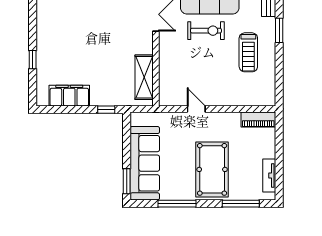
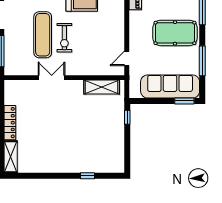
exercise bike: (206, 31) -> (64, 38), turned 180
filing cabinet: (69, 96) -> (116, 147), removed
door: (196, 109) -> (127, 58), moved

